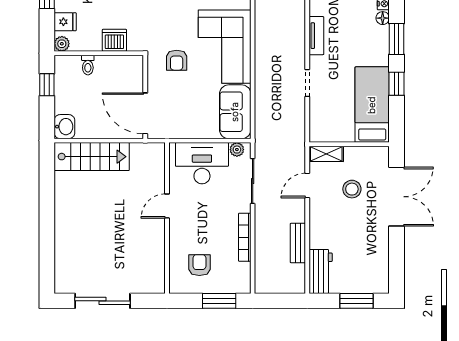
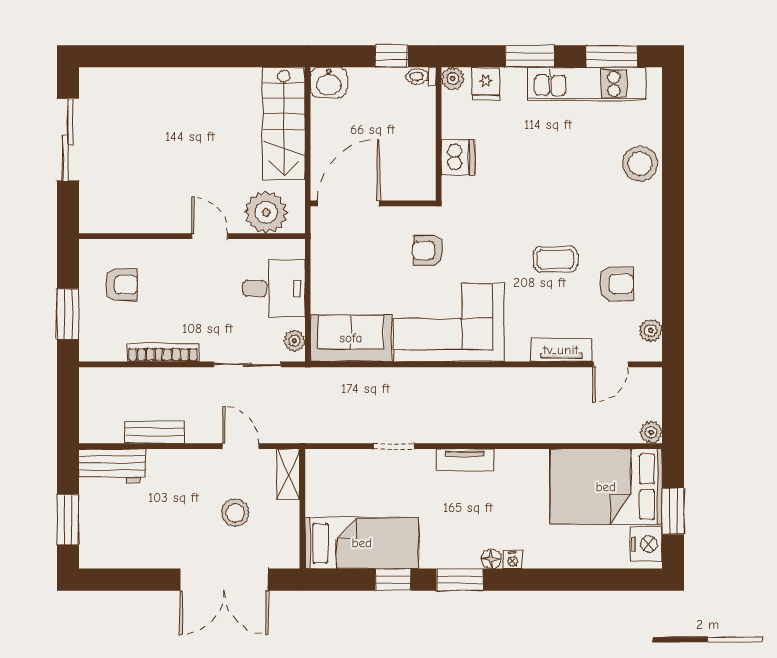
toilet: (88, 65) -> (421, 76), moved
desk: (202, 163) -> (274, 288), width x0.73
plant: (151, 169) -> (266, 212), added

